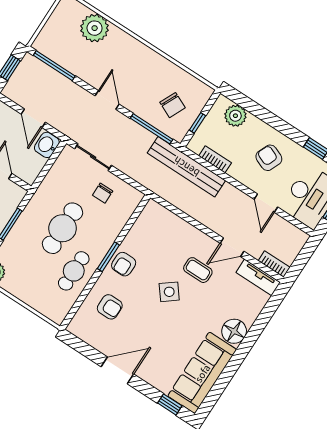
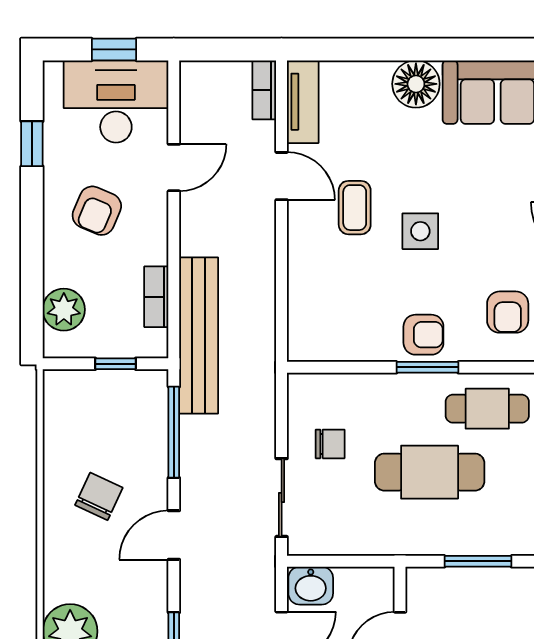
chair: (173, 105) -> (99, 496), moved
side table: (169, 292) -> (420, 231), turned 38
armchair: (110, 307) -> (508, 312), turned 180

